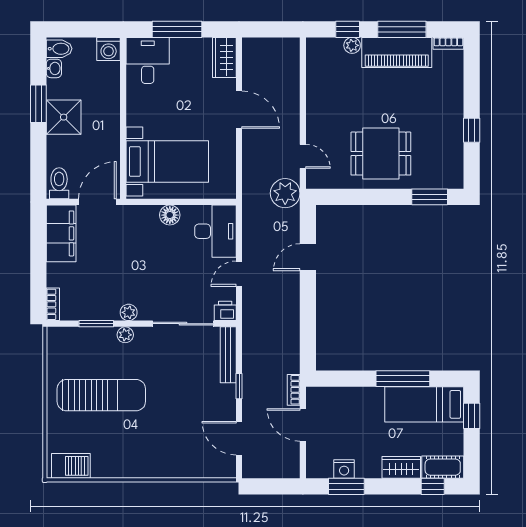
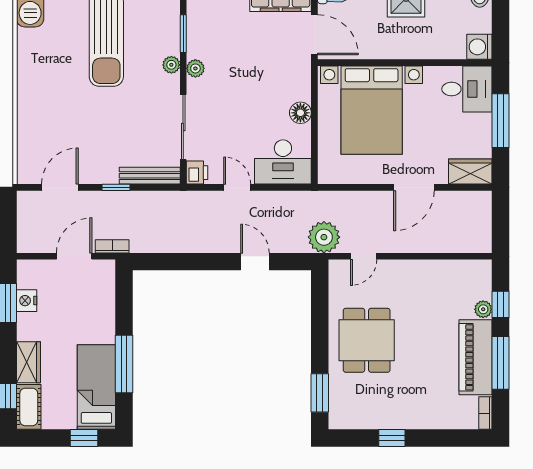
bed with nightstands: (167, 162) -> (372, 110), width x1.36

